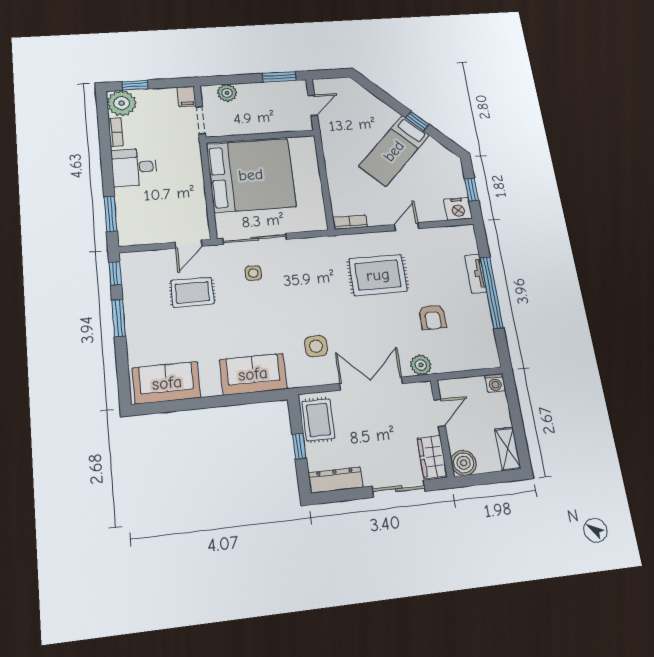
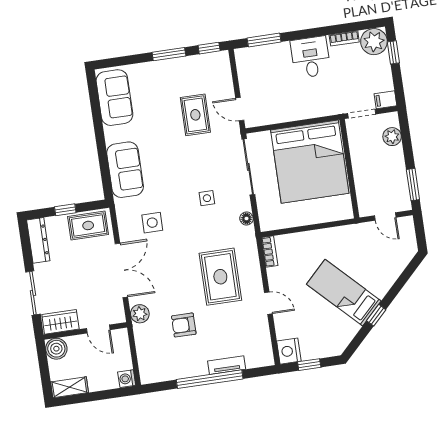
floor lamp: (313, 244) -> (247, 219), added
side table: (253, 273) -> (207, 198), moved

